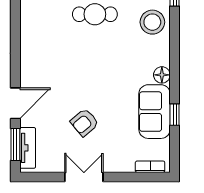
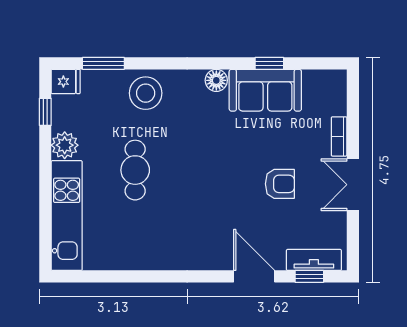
armchair: (85, 122) -> (280, 184), turned -50
window: (15, 144) -> (309, 276), width x0.67
bookcase: (150, 167) -> (339, 136), moved

